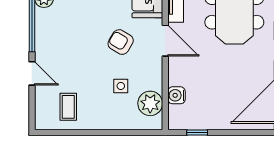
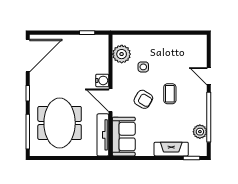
water cooler: (177, 95) -> (102, 80), moved
coffee table: (68, 107) -> (170, 94), moved

